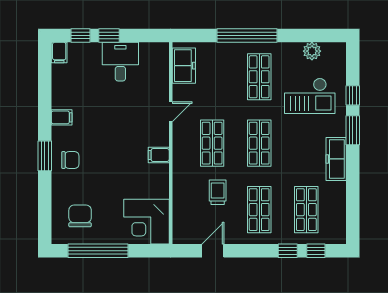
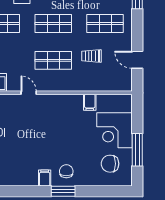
filing cabinet: (62, 117) -> (45, 178), moved
filing cabinet: (159, 155) -> (90, 102), moved
corner desk: (146, 222) -> (114, 130), moved, turned 90
window: (98, 251) -> (137, 150), width x0.68

